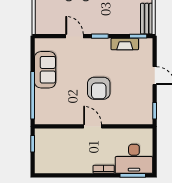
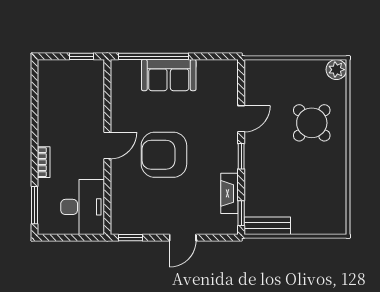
sofa: (45, 70) -> (169, 75), moved
armchair: (99, 88) -> (164, 155), width x1.36, depth x1.36
desk: (134, 159) -> (83, 207), moved, turned 180

